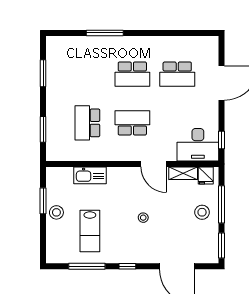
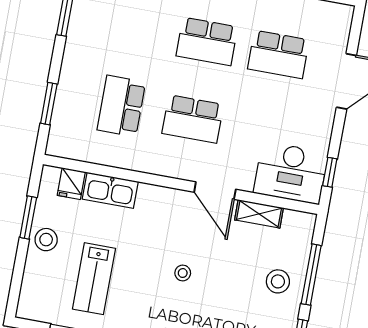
school desk: (132, 123) -> (193, 119), turned 180
fridge: (206, 176) -> (71, 184), moved

